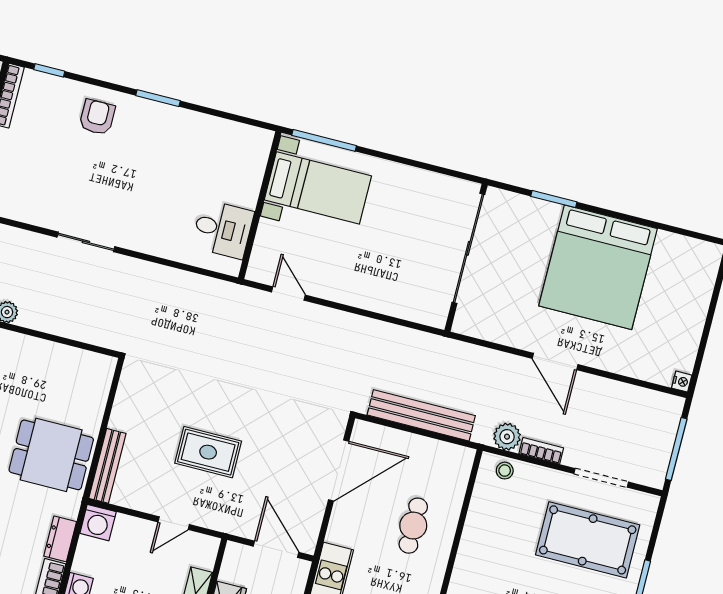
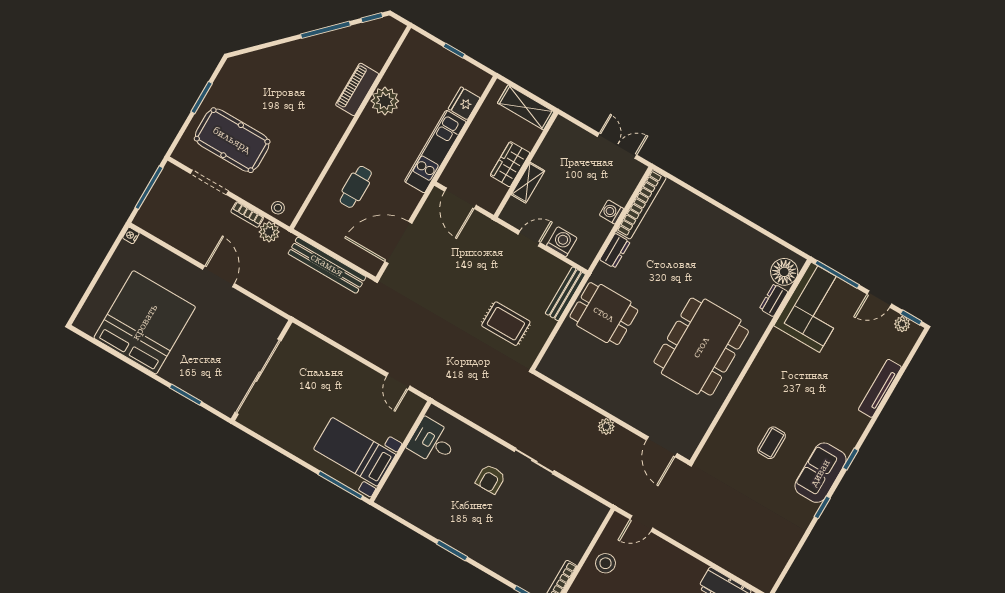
armchair: (97, 117) -> (490, 479), moved
bed: (598, 267) -> (145, 322), moved
rug: (208, 452) -> (506, 324), moved
washing machine: (98, 523) -> (562, 242), moved

